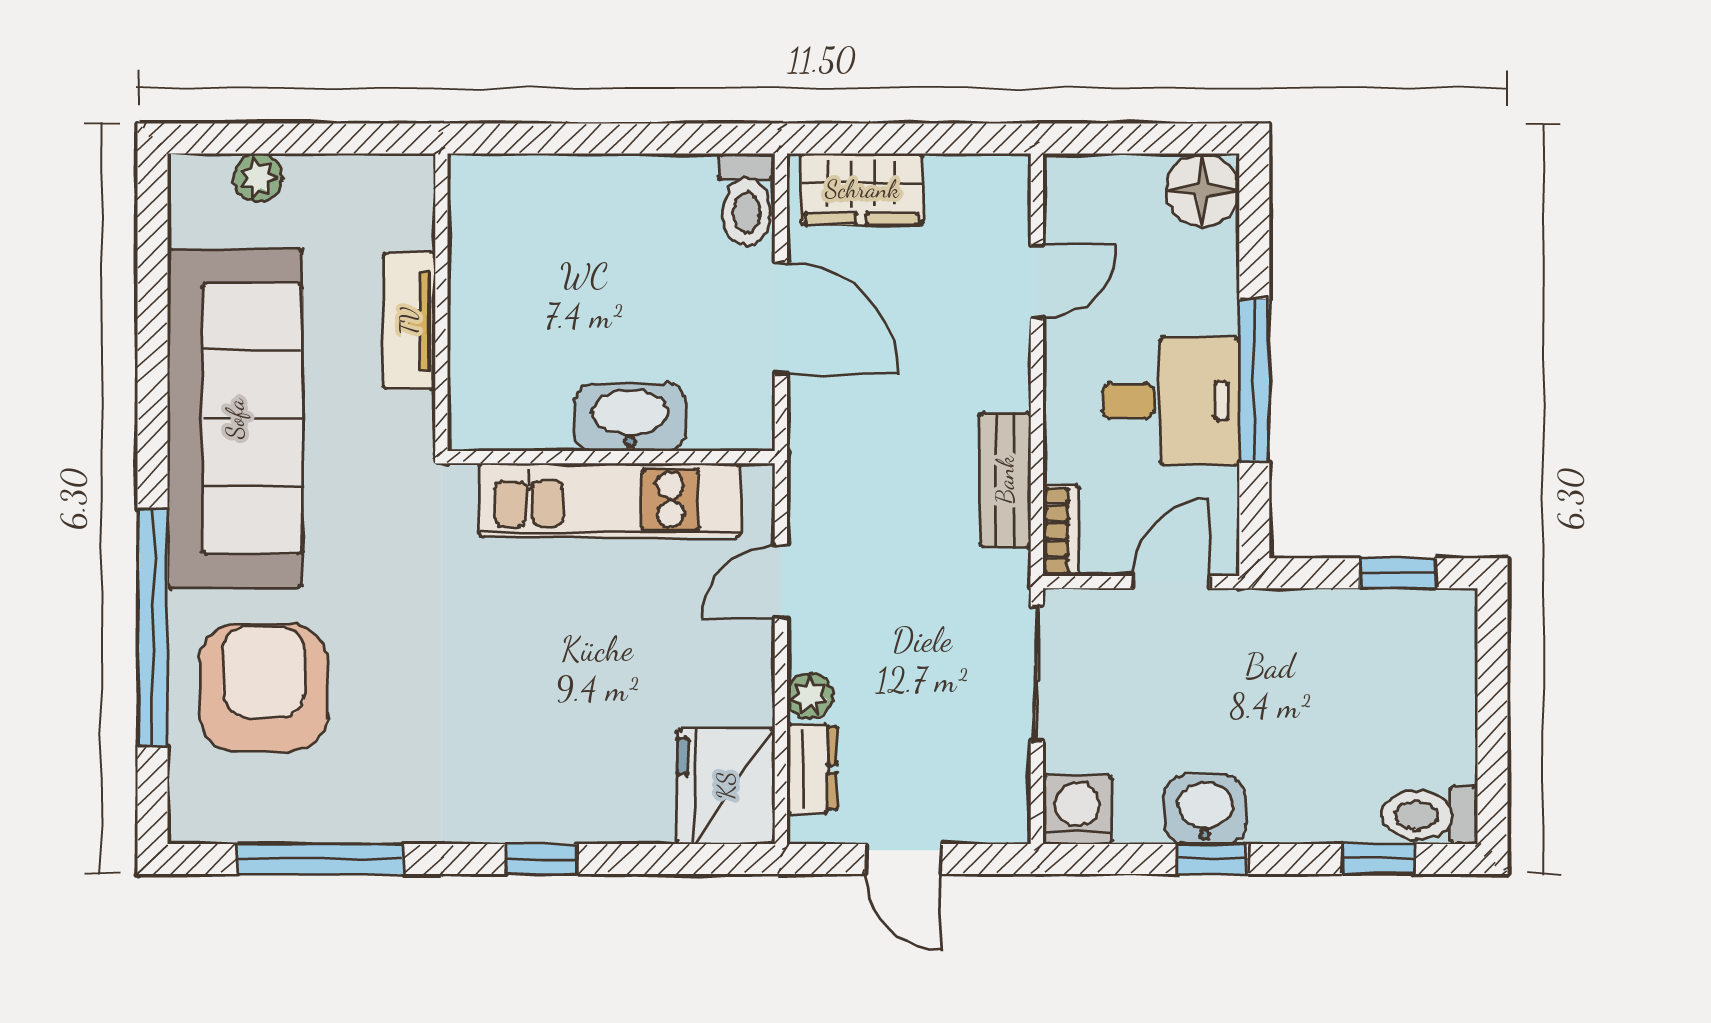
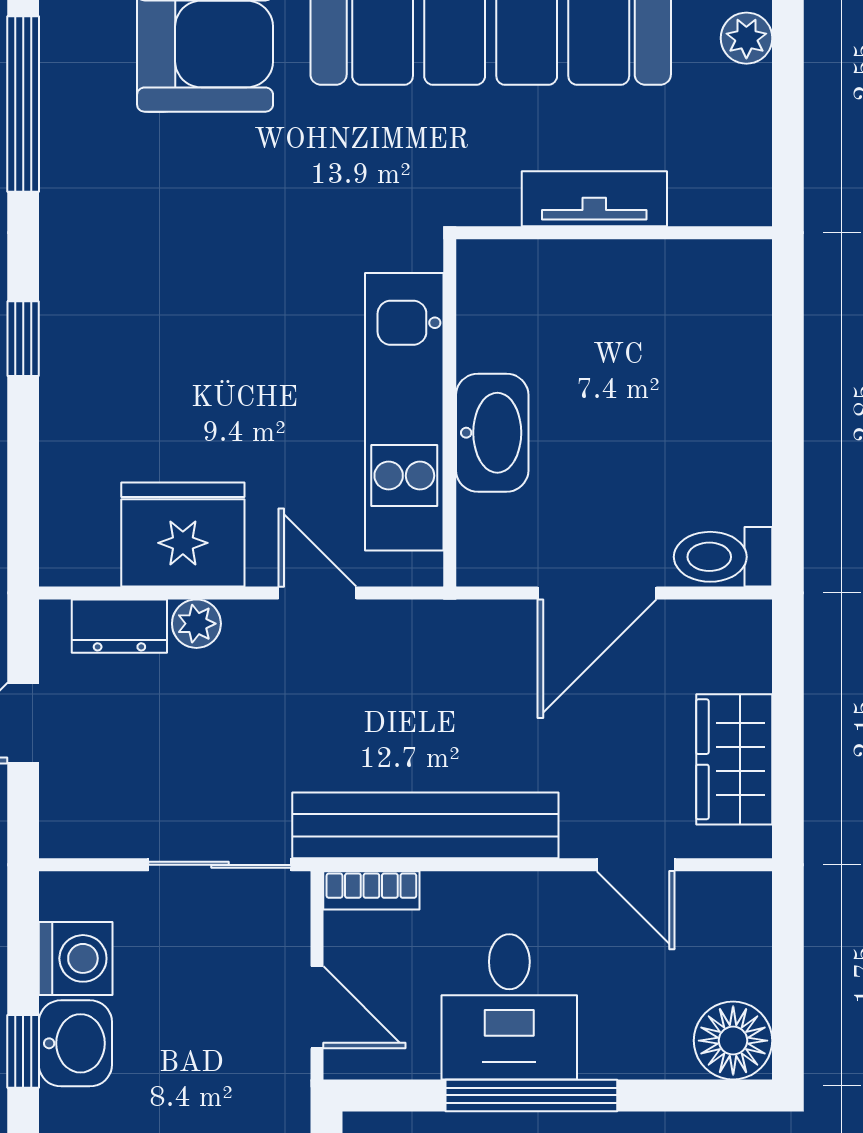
wardrobe: (862, 189) -> (734, 759), moved
bench: (1005, 480) -> (425, 825), width x1.86, depth x1.21
fridge: (726, 786) -> (183, 535), moved
washing machine: (1077, 810) -> (76, 958), moved

